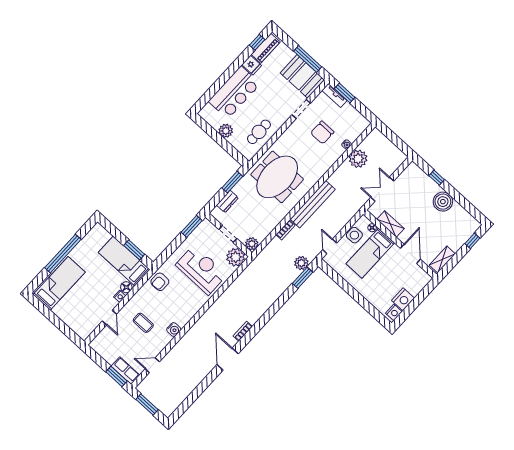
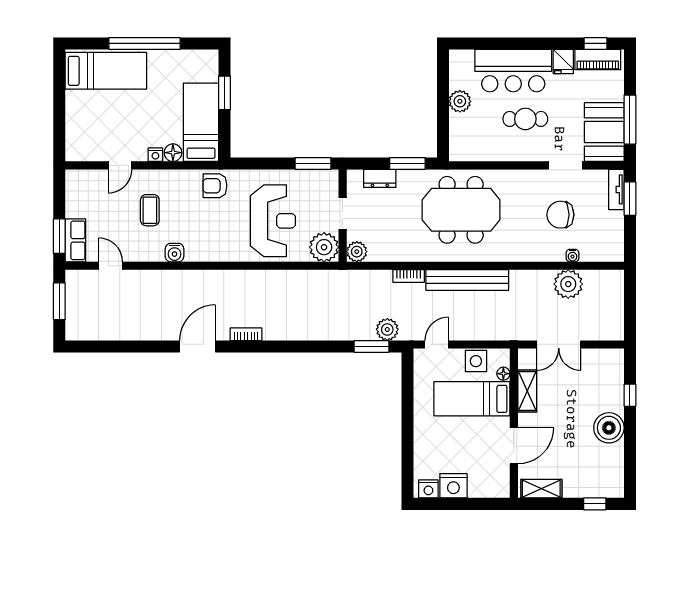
cafe table: (259, 132) -> (525, 119), moved
double door: (382, 189) -> (559, 344), swing flipped
window: (134, 250) -> (225, 93), moved

